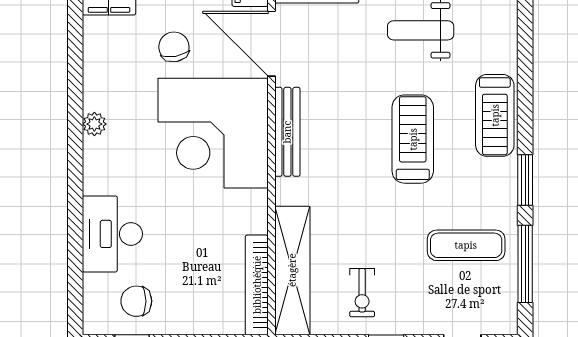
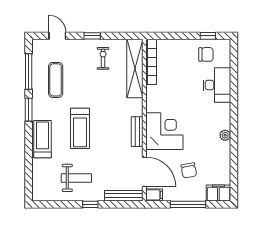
bench: (287, 132) -> (137, 132), width x0.73
corner desk: (213, 133) -> (164, 131), width x0.74, depth x0.74
exercise mat: (466, 245) -> (56, 80), turned 90

